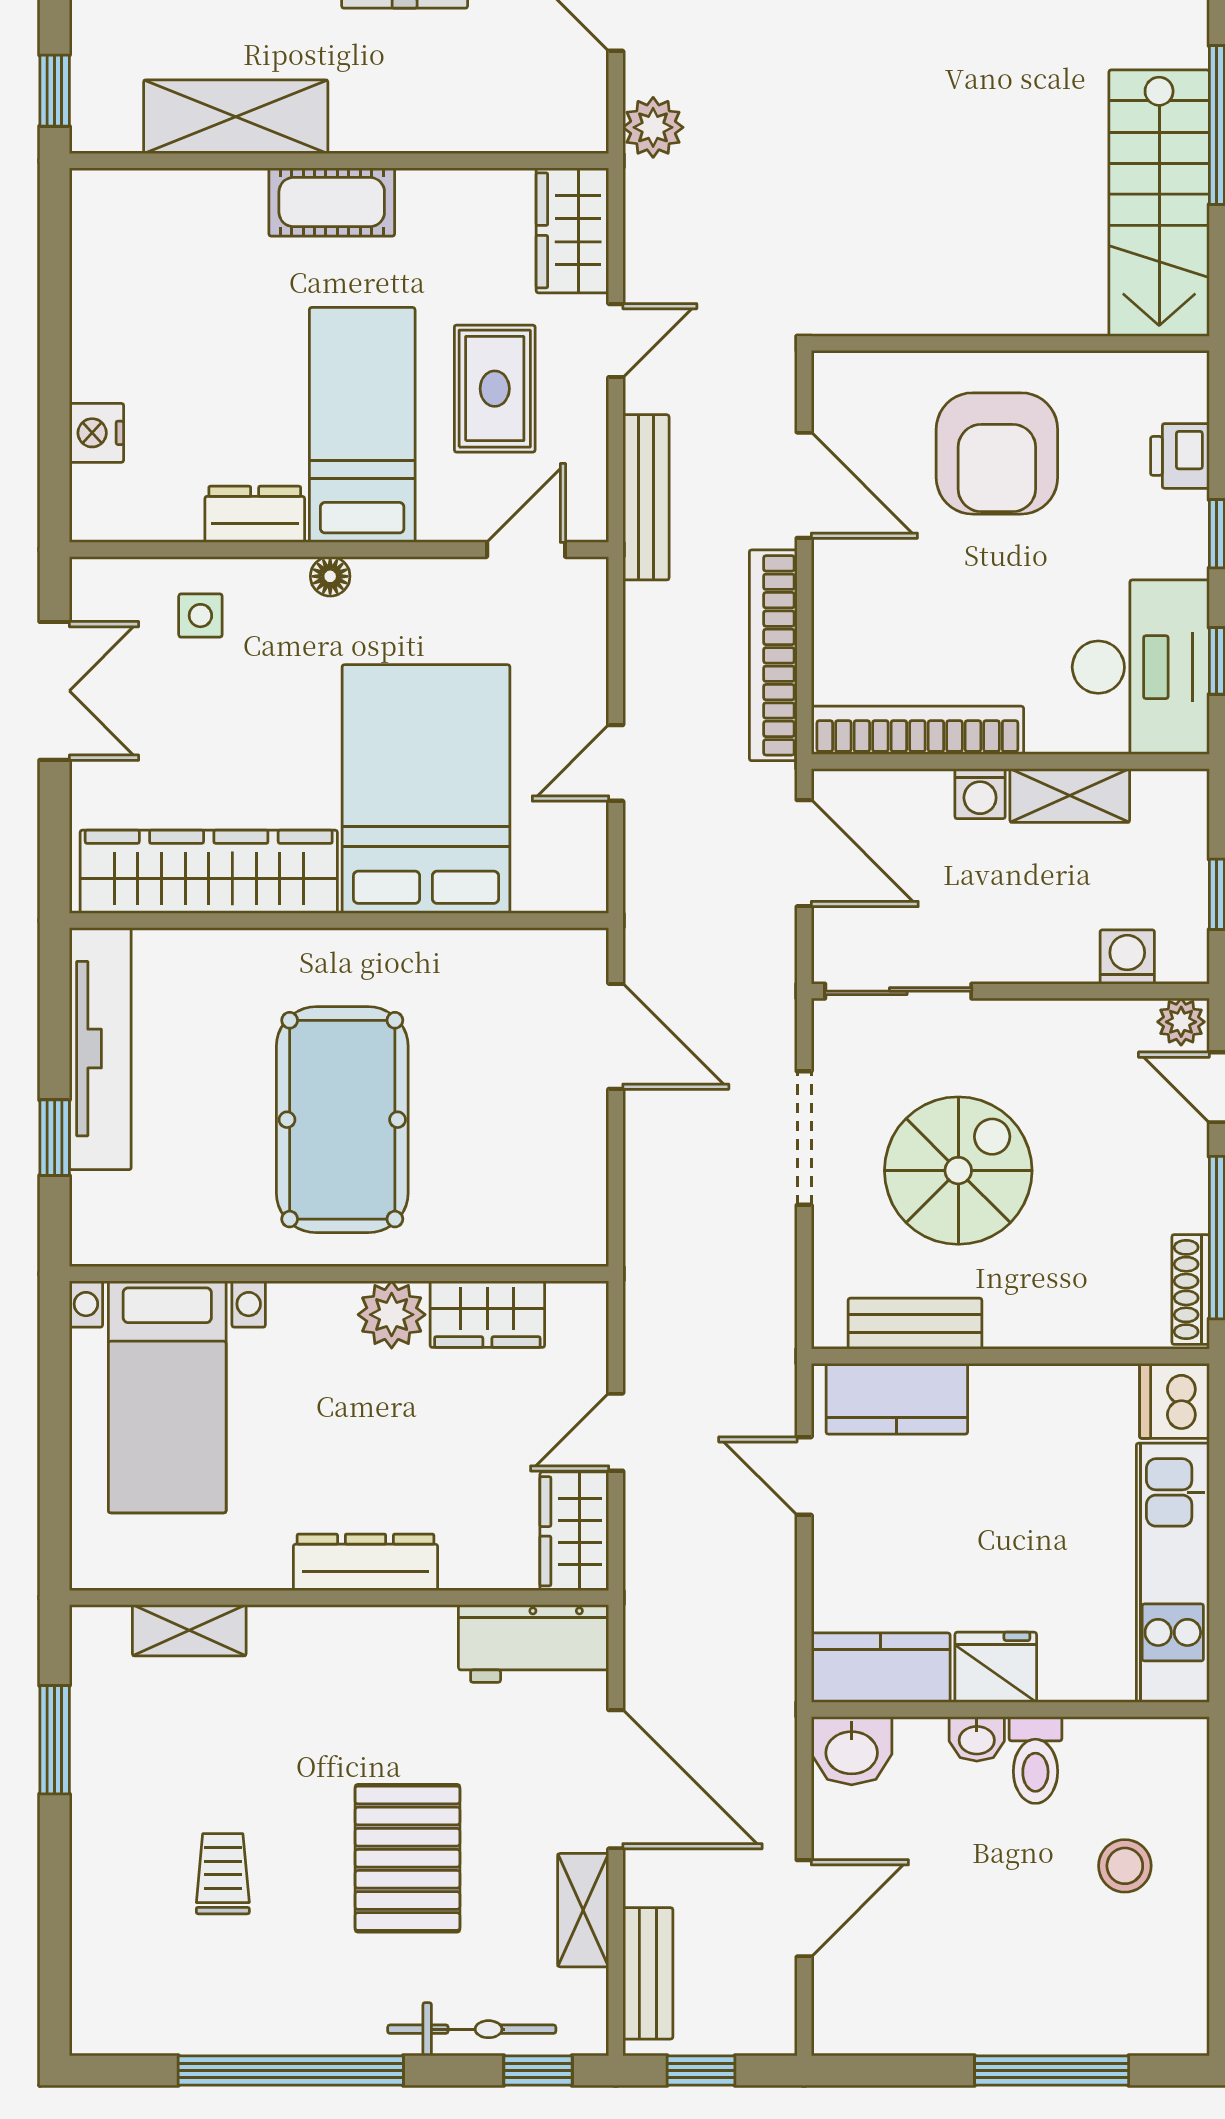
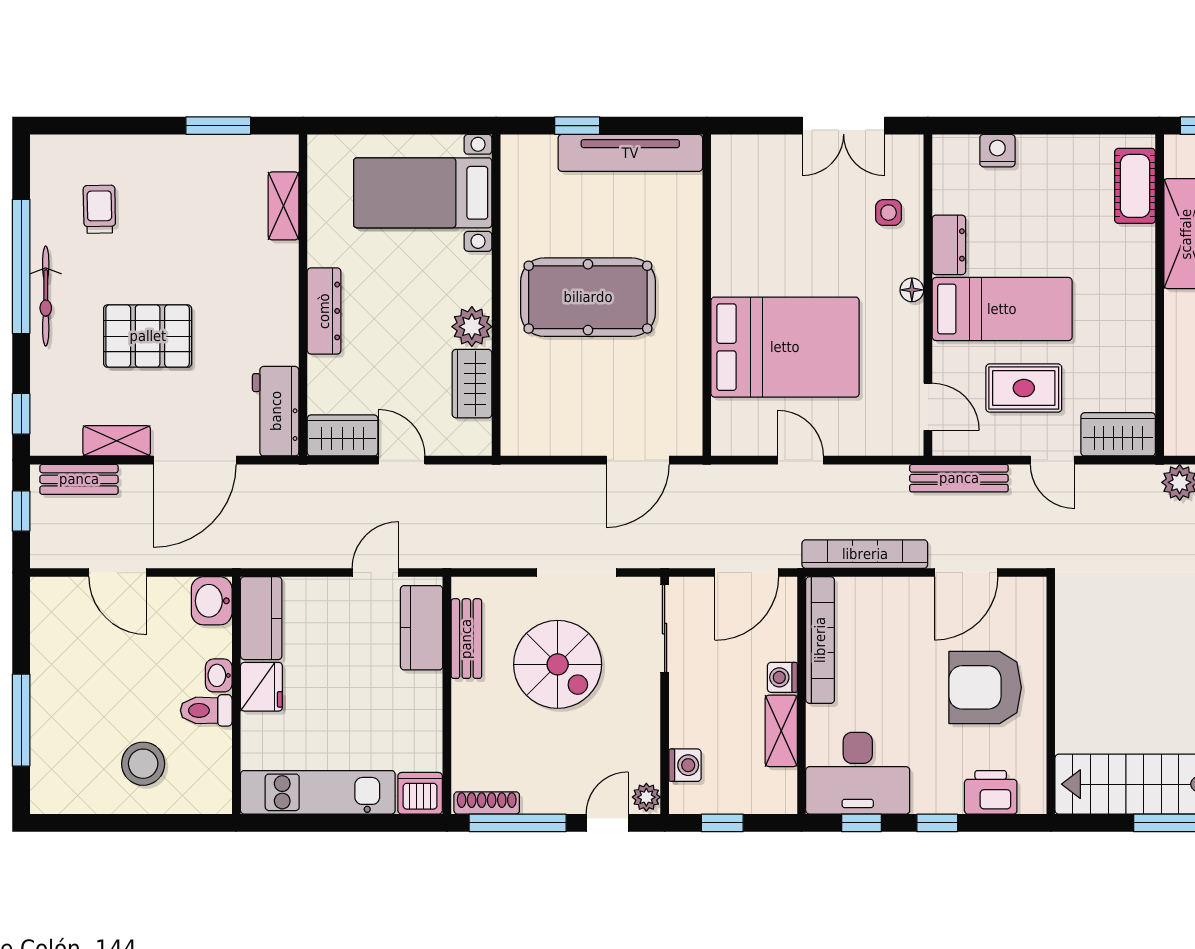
cot: (332, 202) -> (1135, 186), moved
printer: (1180, 456) -> (991, 792), width x1.36, depth x1.24
wardrobe: (209, 872) -> (736, 218), removed
stool: (1125, 1866) -> (143, 764), width x1.38, depth x1.38
trolley: (223, 1874) -> (99, 209), moved, turned -91
bicycle: (472, 2029) -> (46, 296), moved

